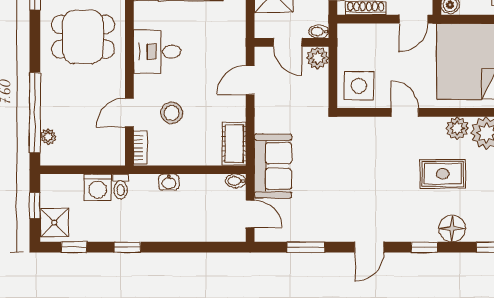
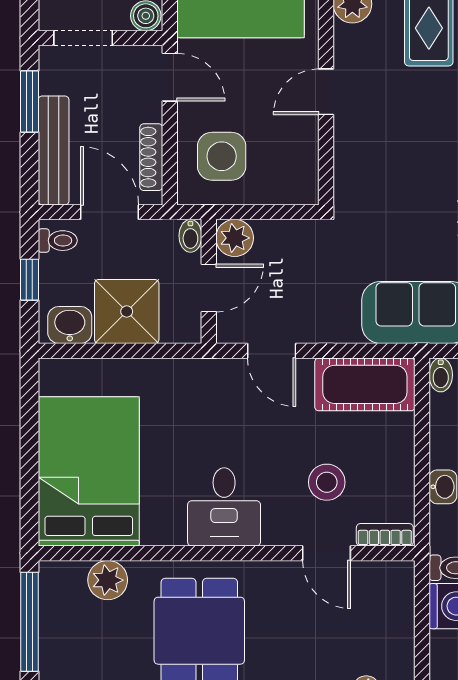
side table: (359, 86) -> (222, 156), moved
cot: (234, 144) -> (365, 384), width x1.37, depth x1.34

